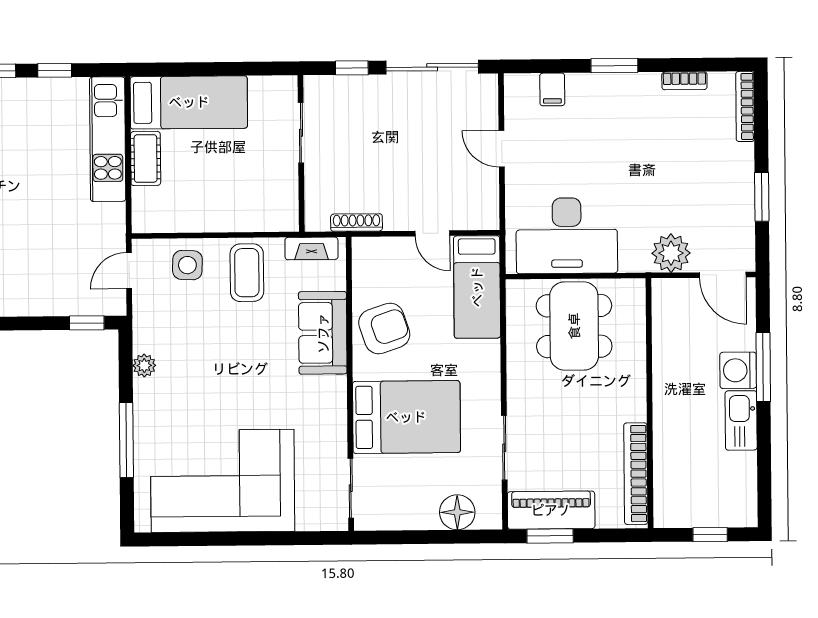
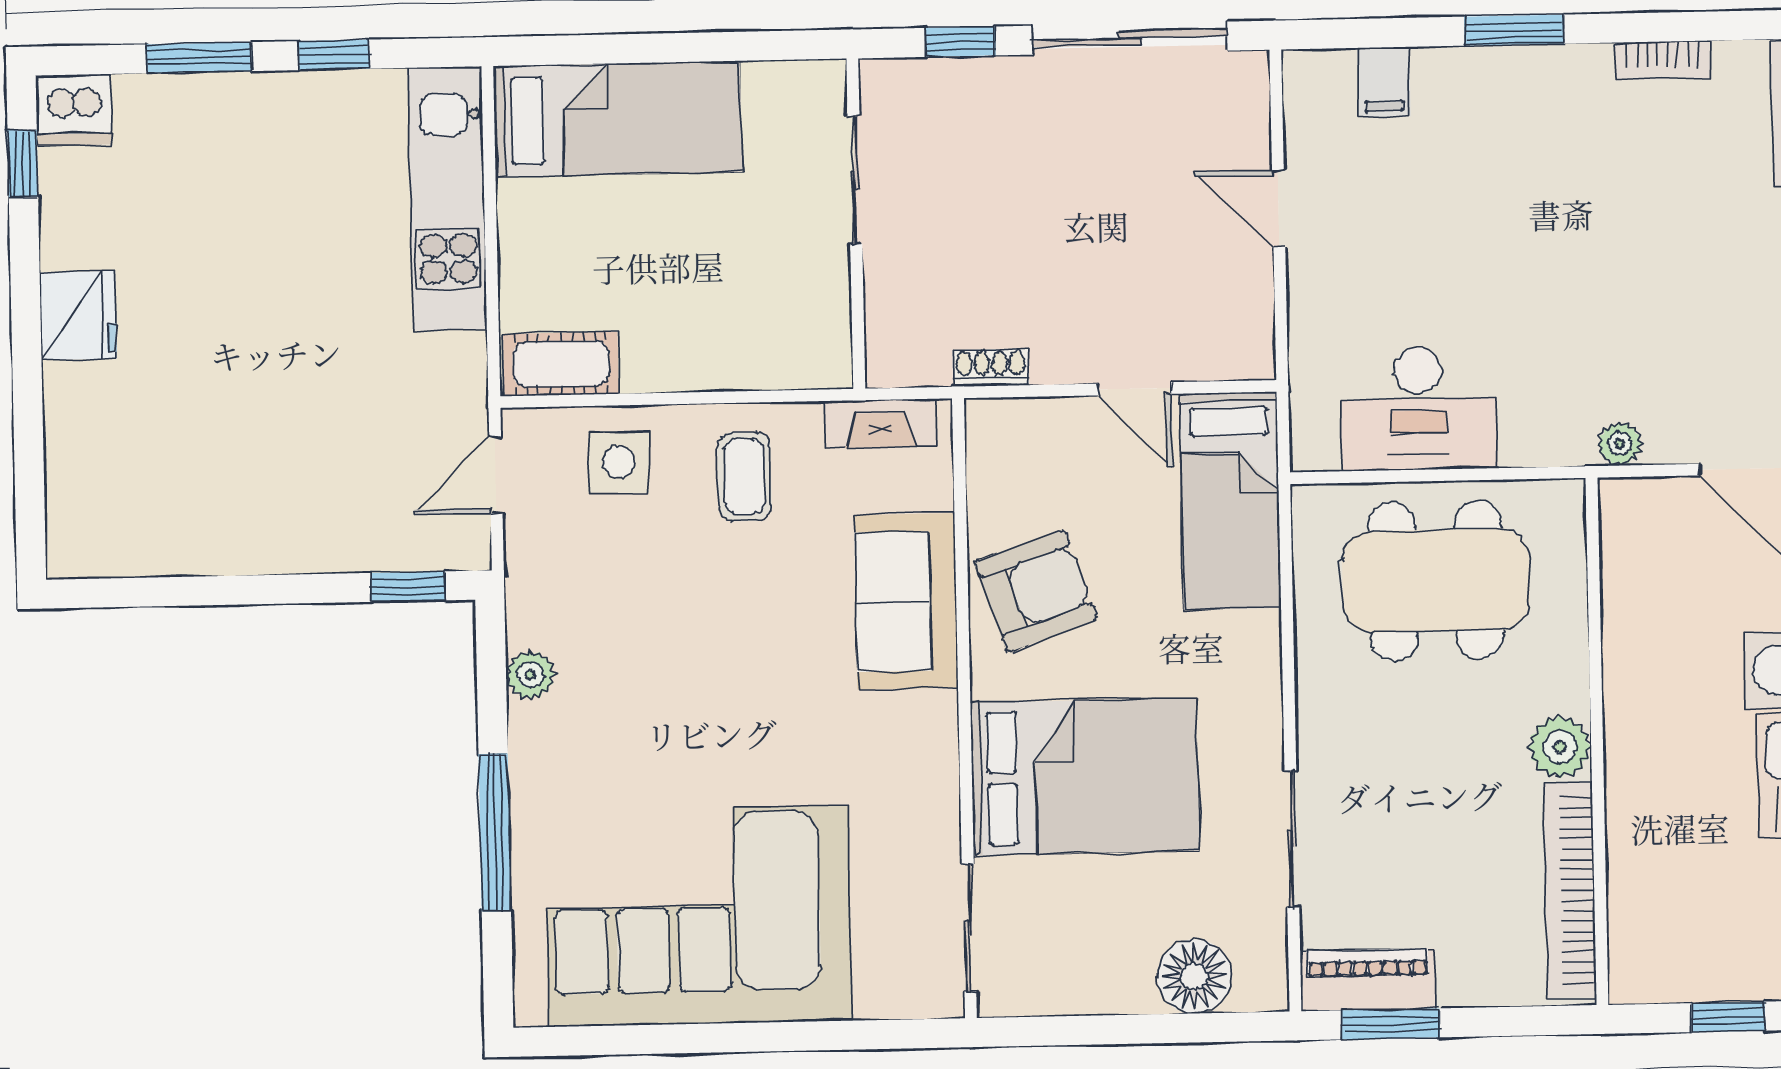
cot: (146, 158) -> (561, 364), moved, turned 90
shoe rack: (357, 223) -> (991, 368), width x0.70
desk: (567, 236) -> (1419, 408), width x0.73, depth x0.77
plant: (671, 253) -> (1620, 444), width x0.53, depth x0.53
coffee table: (247, 273) -> (744, 476), width x0.73, depth x0.77
dining table: (574, 326) -> (1436, 580), turned 90
plant: (632, 406) -> (1560, 747), added
piano: (551, 510) -> (1368, 980), width x0.73, depth x0.75

